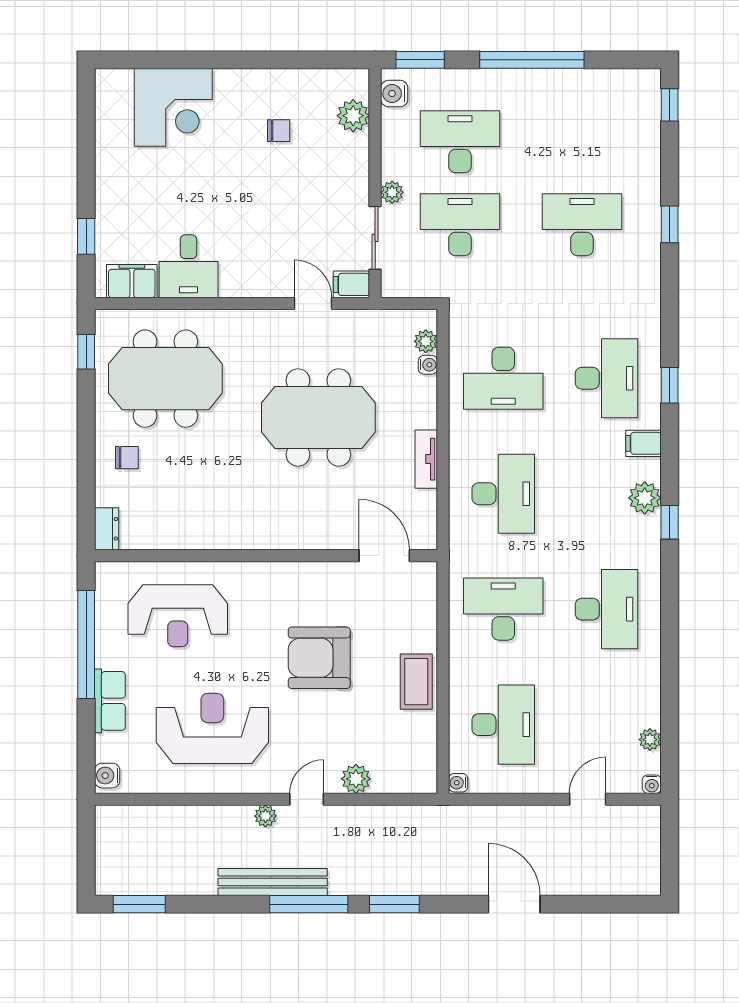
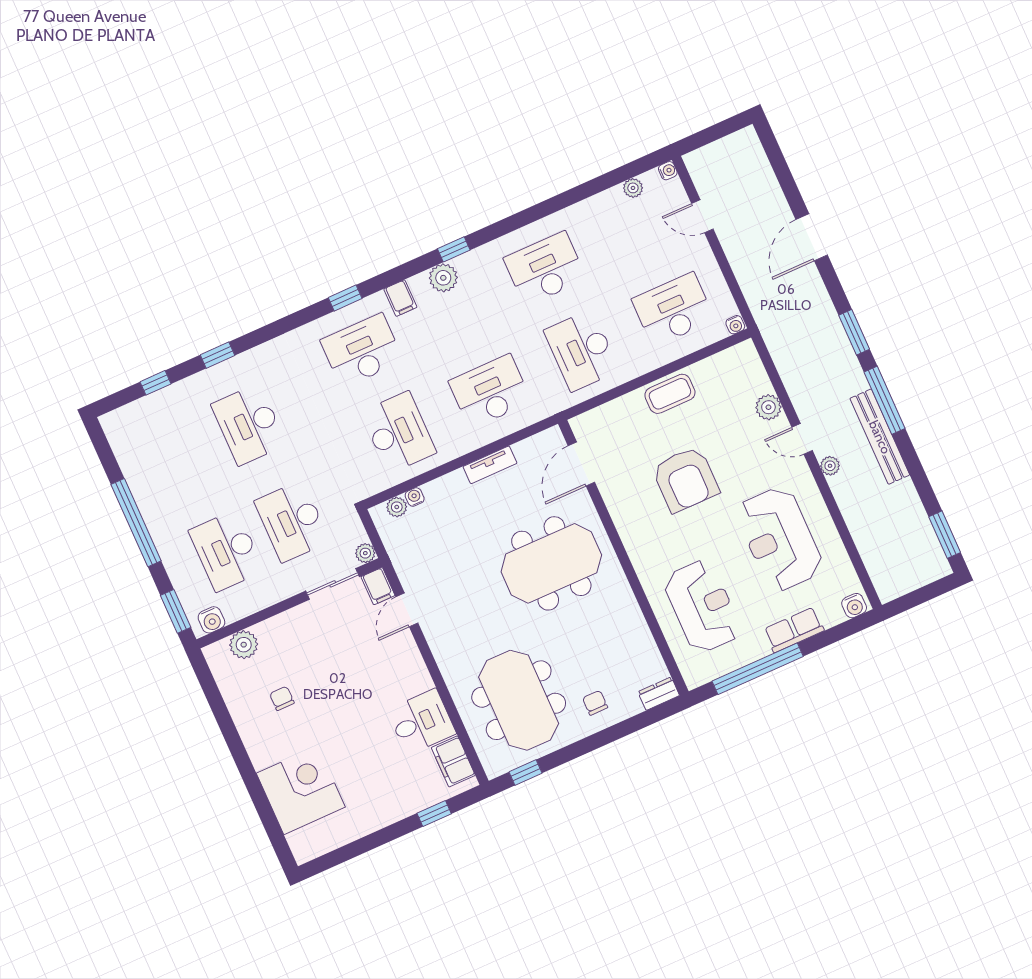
window: (670, 105) -> (156, 383), moved
plant: (392, 192) -> (365, 553), moved
meeting table: (318, 418) -> (551, 563), moved, turned 90

